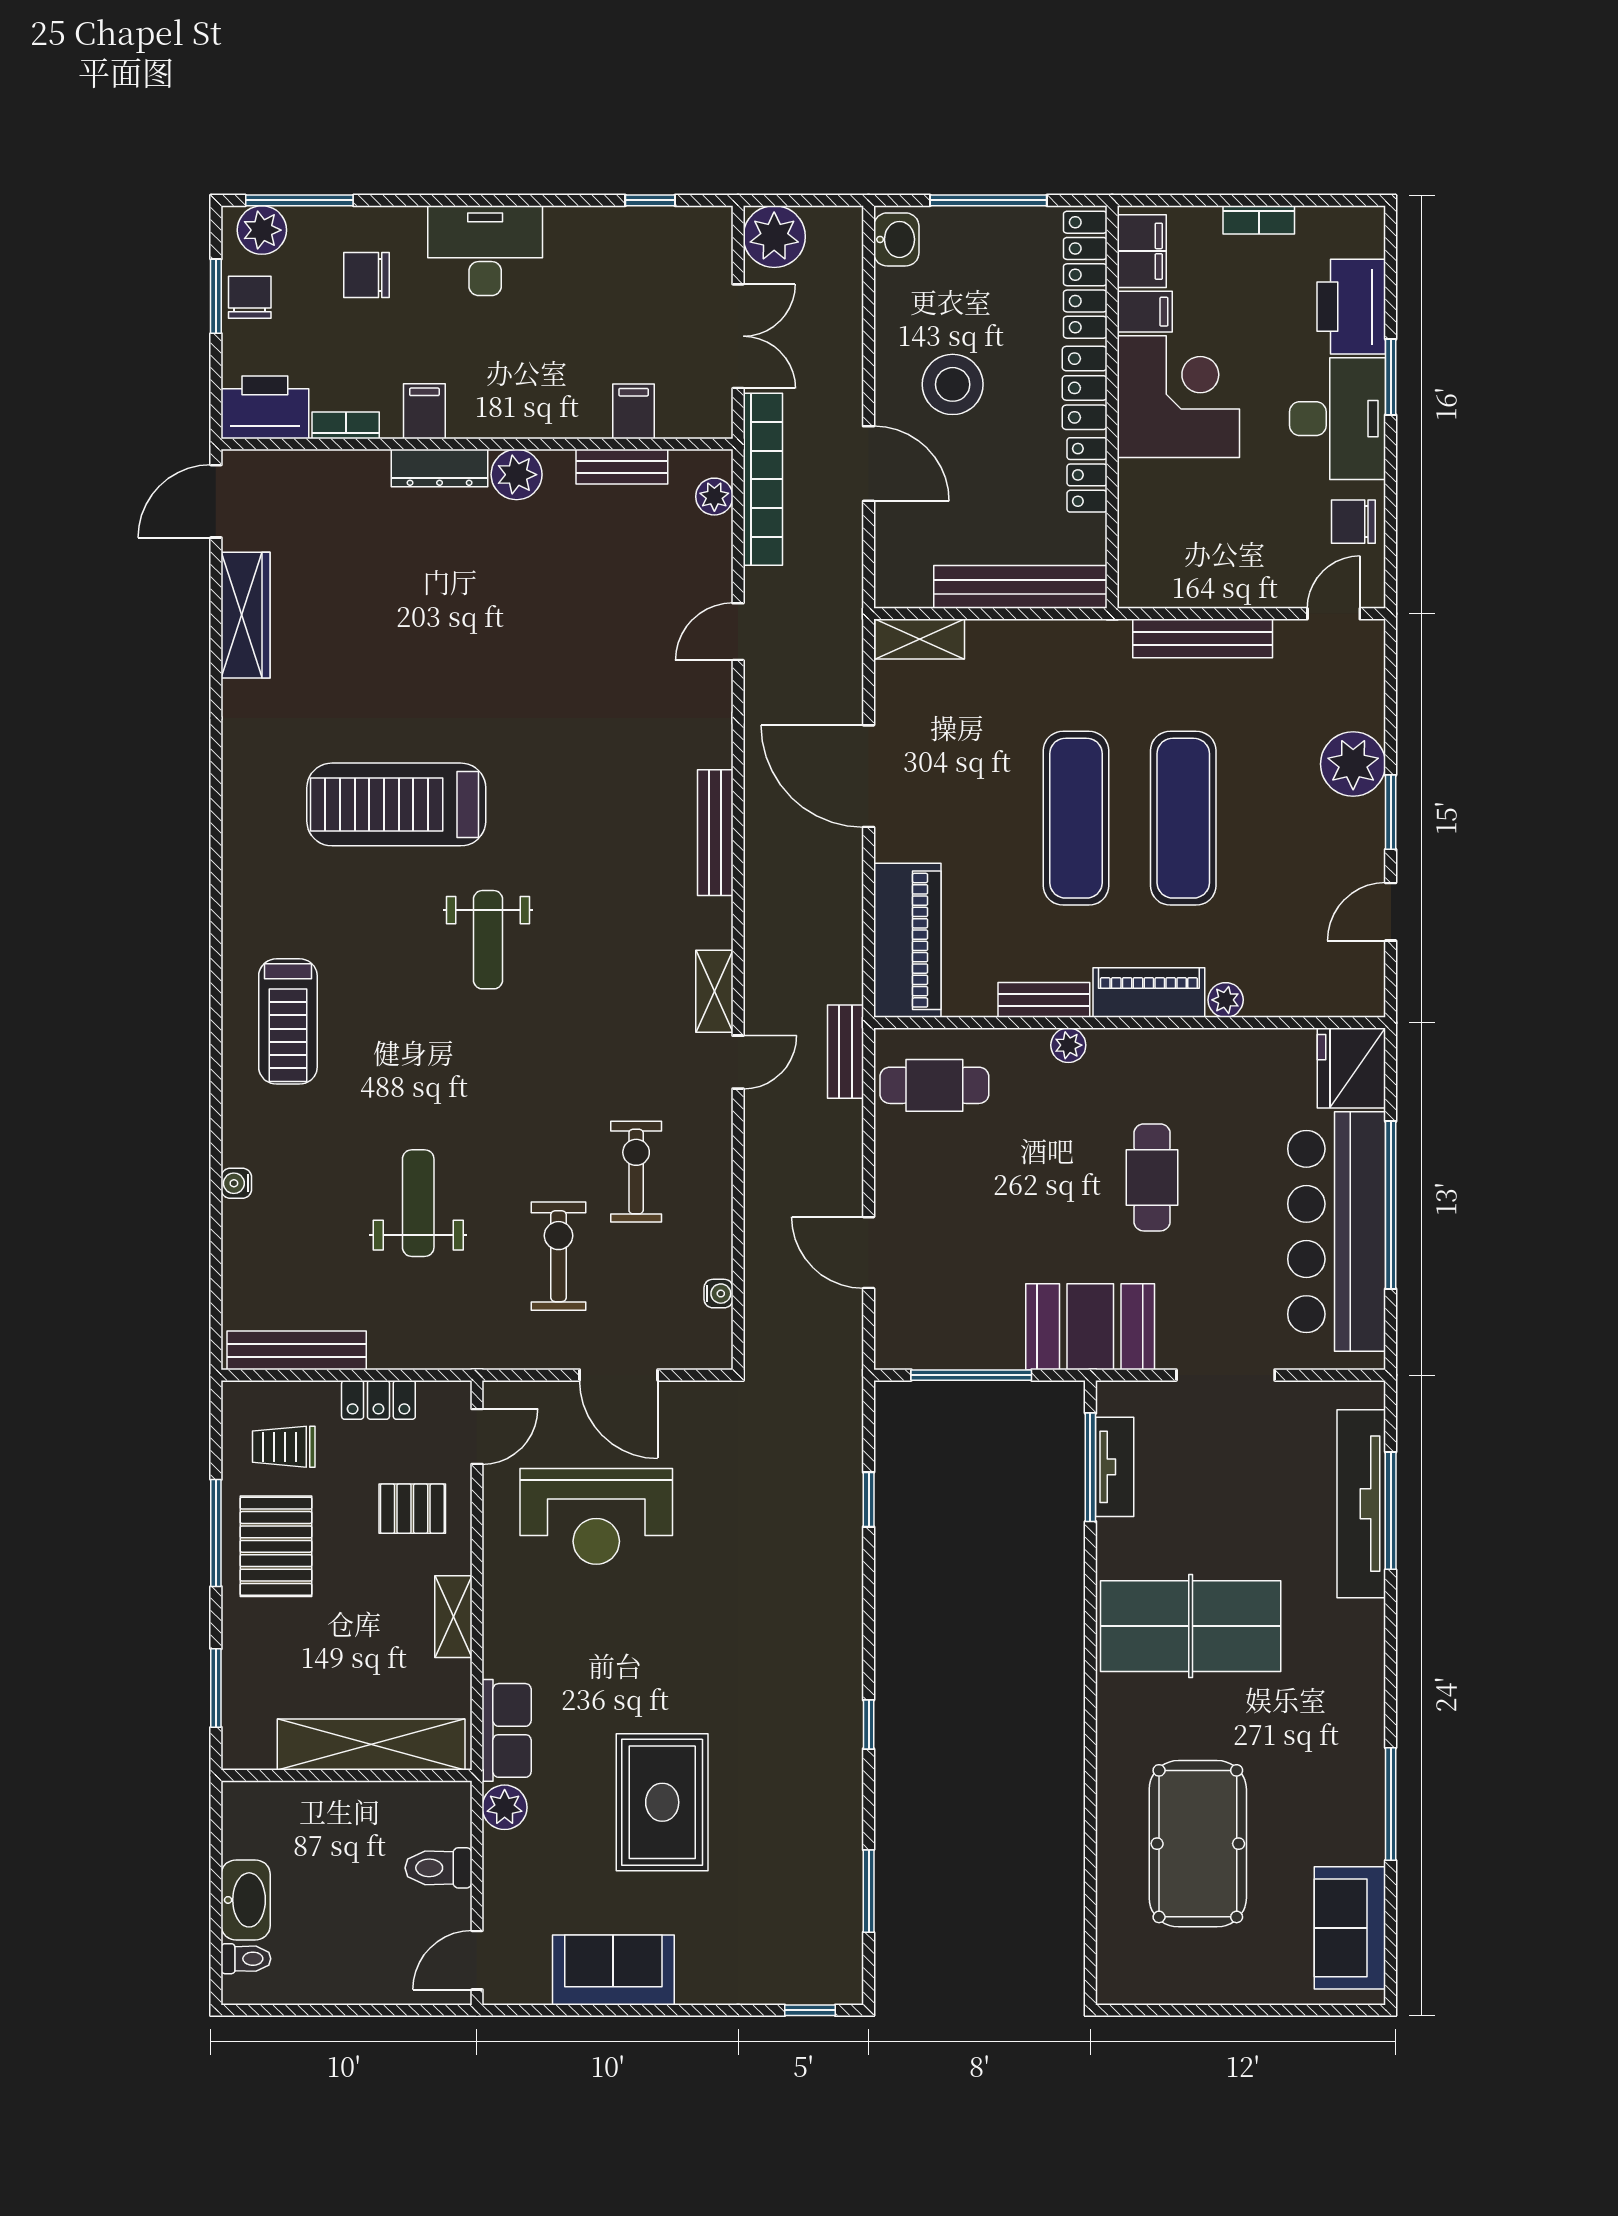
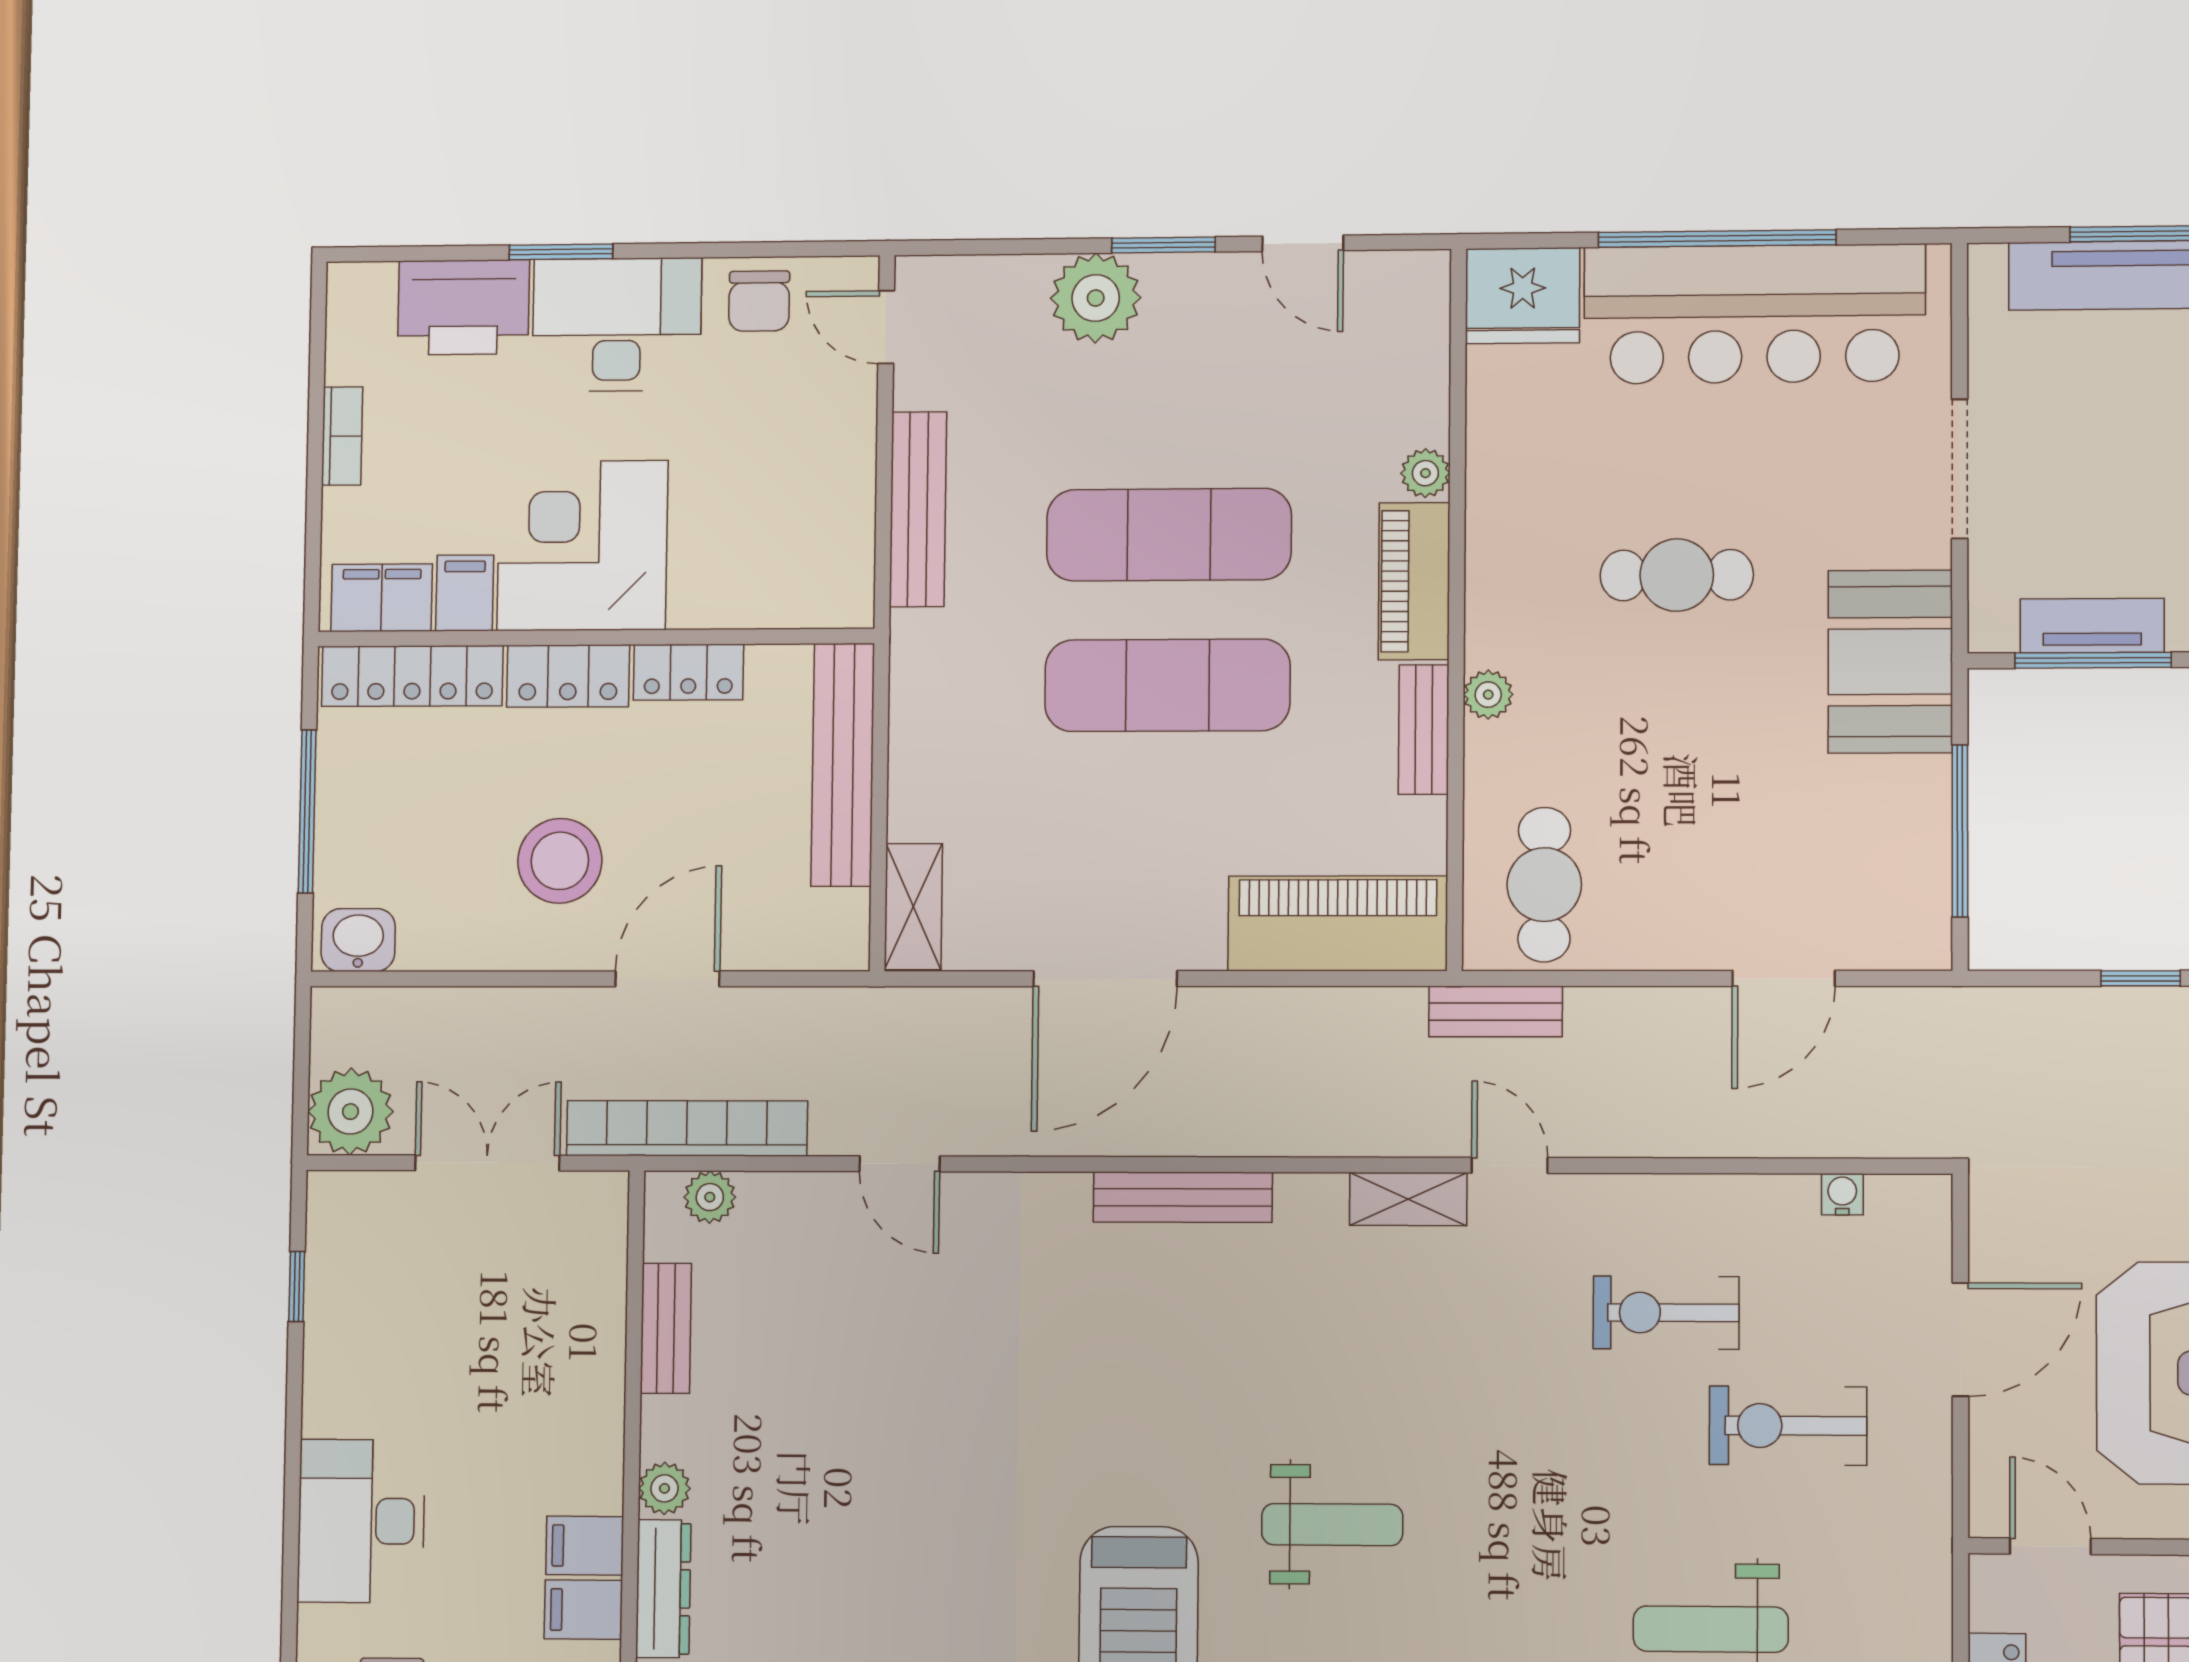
filing cabinet: (634, 411) -> (585, 1546), moved
plant: (517, 475) -> (664, 1488), width x0.73, depth x0.73

